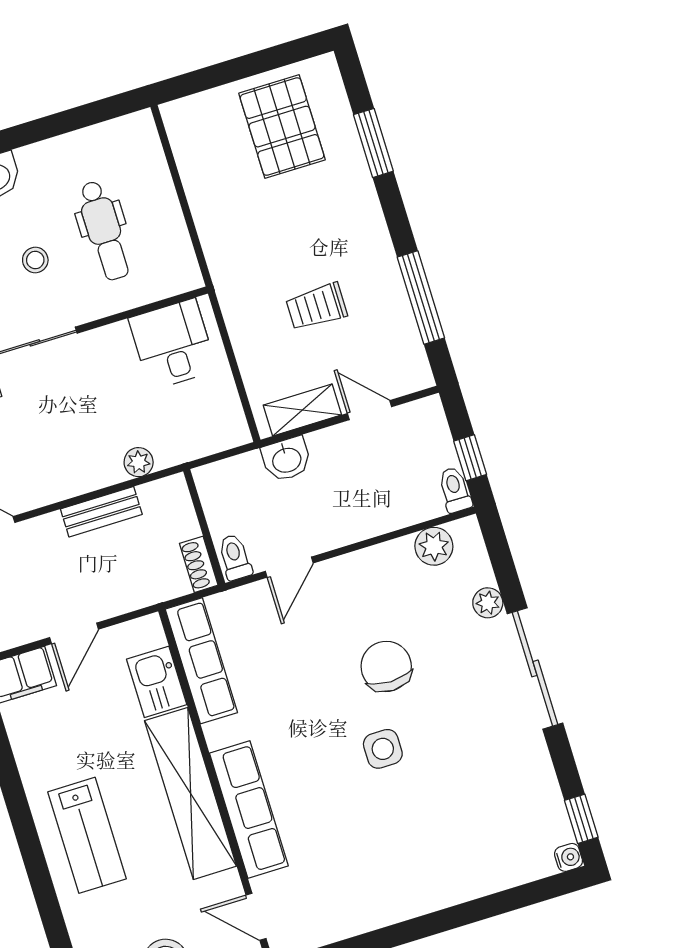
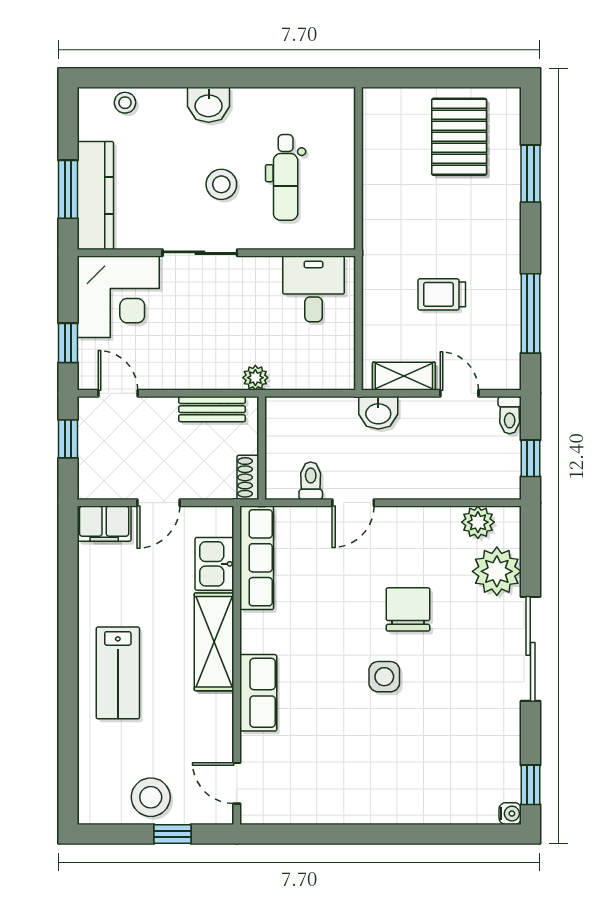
stool: (35, 260) -> (221, 184), width x1.37, depth x1.37
toilet: (455, 490) -> (510, 415), moved, turned 180
wall: (204, 527) -> (262, 448), moved
shoe rack: (199, 564) -> (248, 477), moved
plant: (488, 603) -> (497, 571), width x1.88, depth x1.88
shelving: (191, 793) -> (214, 642), width x0.68
row of seats: (249, 810) -> (258, 693), width x0.68

